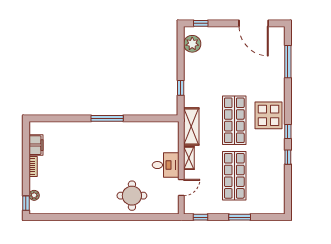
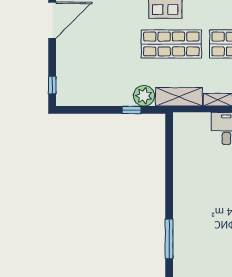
plant: (192, 44) -> (144, 96), moved
window: (107, 118) -> (169, 239), moved

